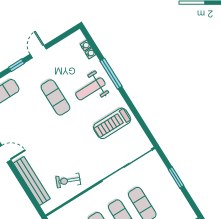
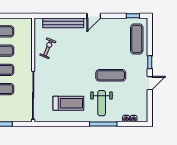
door: (38, 52) -> (150, 83), hinge flipped
weight bench: (90, 89) -> (102, 103), turned 180
treadmill: (112, 123) -> (68, 103), turned 90

